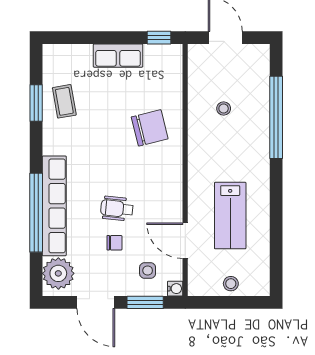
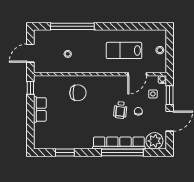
coffee table: (64, 101) -> (64, 138), removed
chair: (150, 128) -> (78, 93), turned 104
lab bench: (230, 216) -> (124, 50), turned 180

